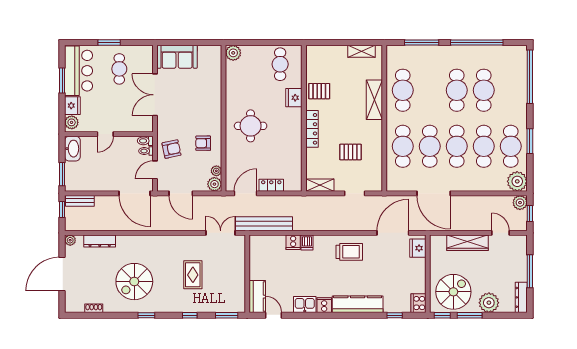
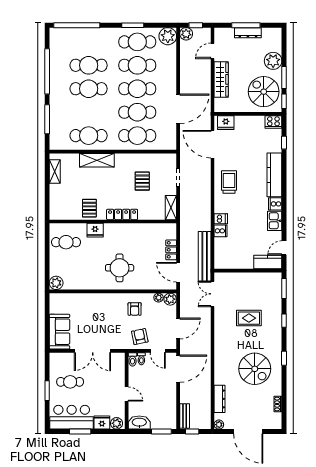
dresser: (521, 297) -> (248, 33), moved

